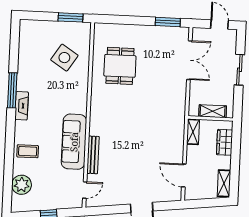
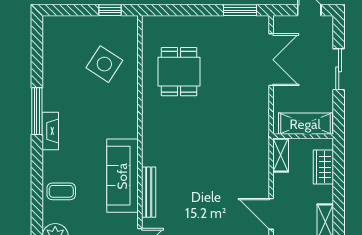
window: (70, 17) -> (110, 10), width x0.67
shelving: (213, 111) -> (305, 124), width x1.50, depth x1.33

